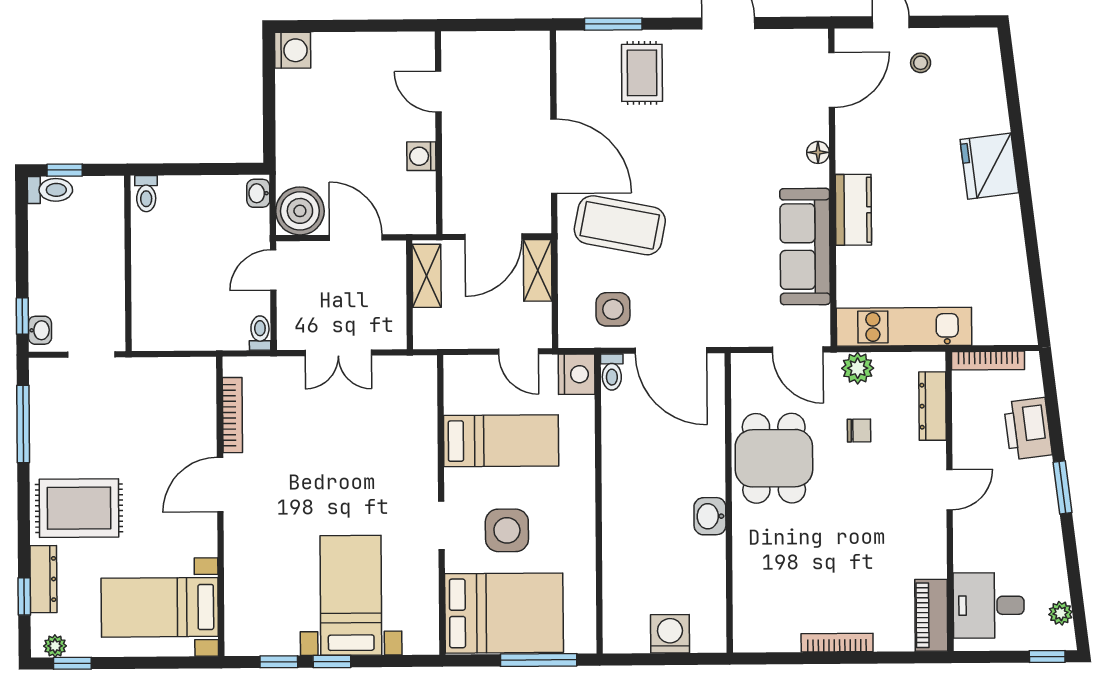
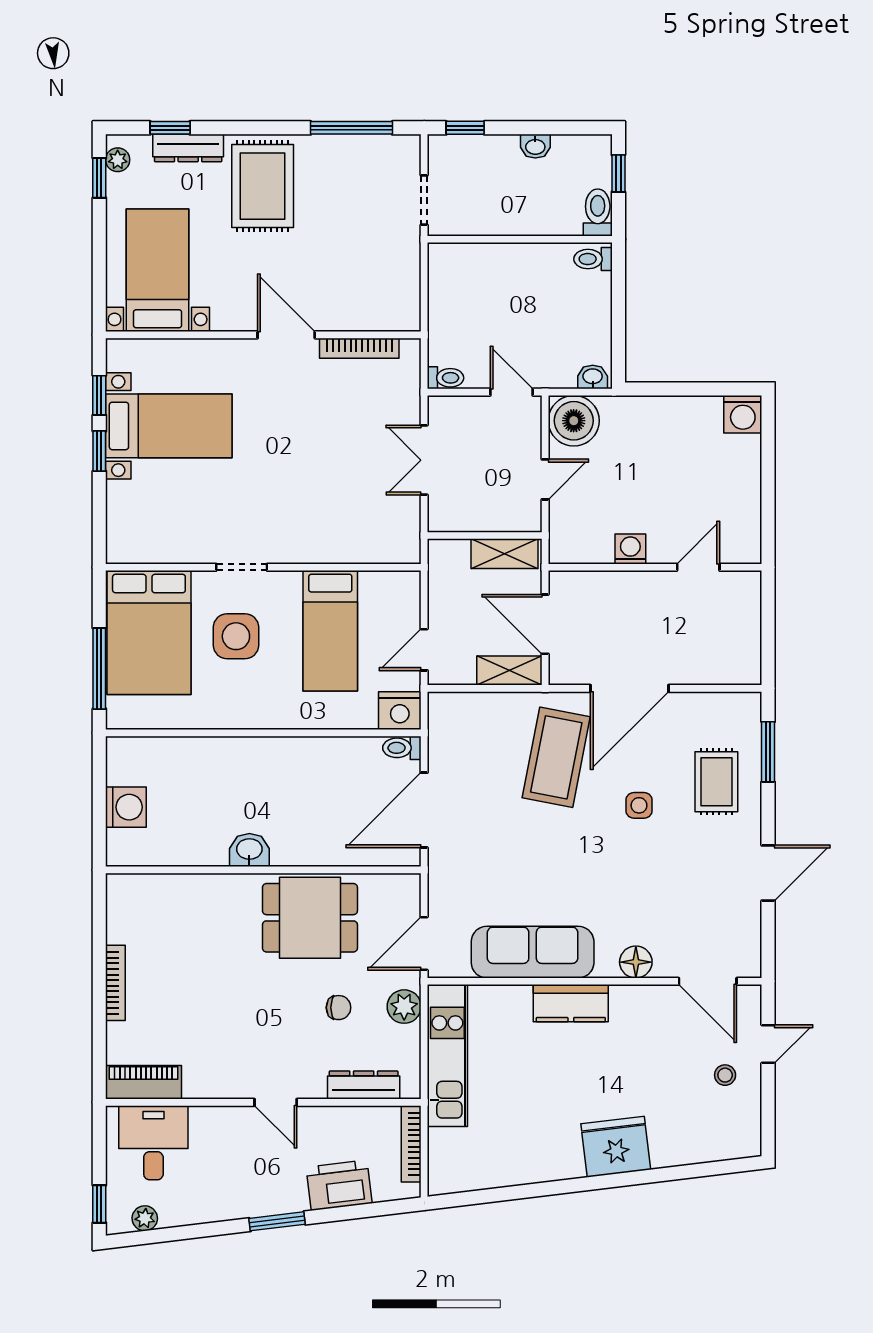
rug: (642, 73) -> (716, 782), turned 90
floor lamp: (818, 152) -> (636, 962), width x1.37, depth x1.37
toilet: (50, 190) -> (598, 212), moved, turned 180
door: (356, 238) -> (545, 479), width x0.73
side table: (613, 309) -> (639, 805), moved, width x0.73, depth x0.73
washbasin: (40, 330) -> (535, 146), moved
chair: (859, 431) -> (339, 1008), turned -90
bed with nightstands: (351, 595) -> (169, 426), moved

